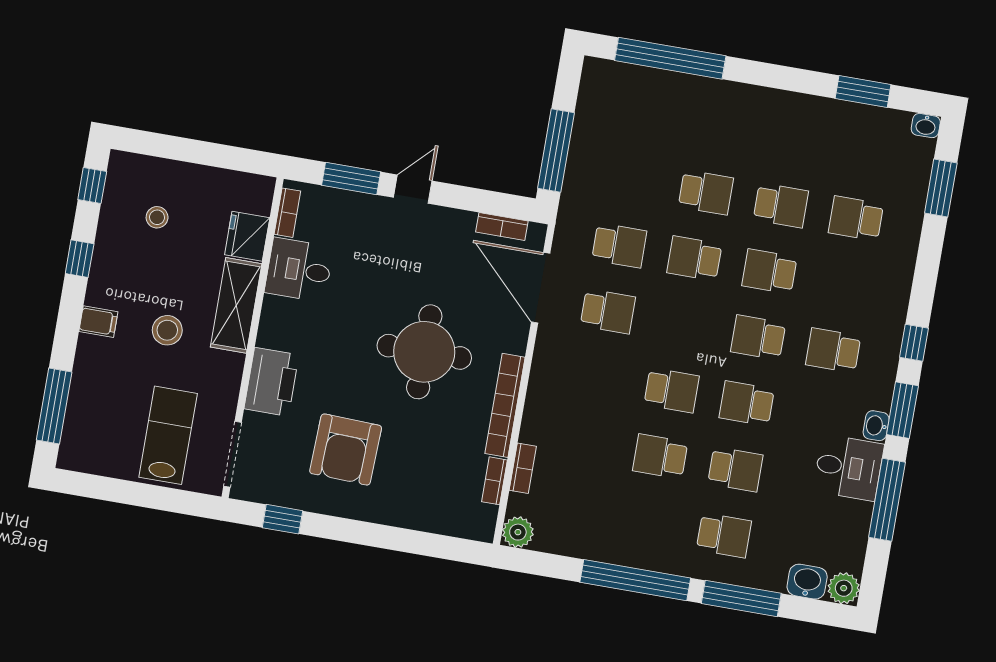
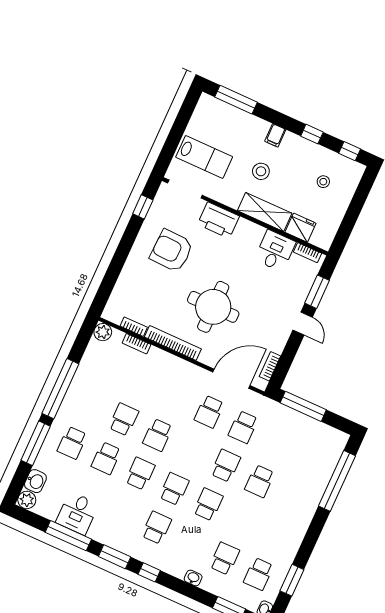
school desk: (781, 205) -> (259, 574), moved
washbasin: (876, 426) -> (193, 578), moved
desk: (849, 468) -> (77, 513), moved

